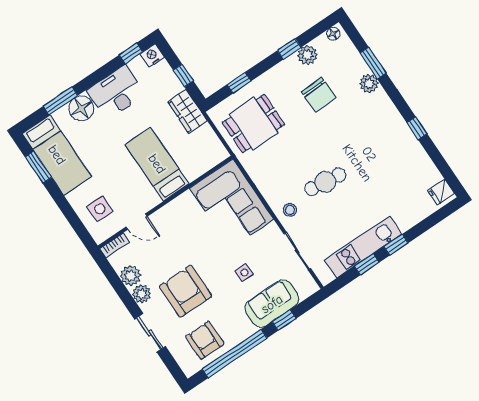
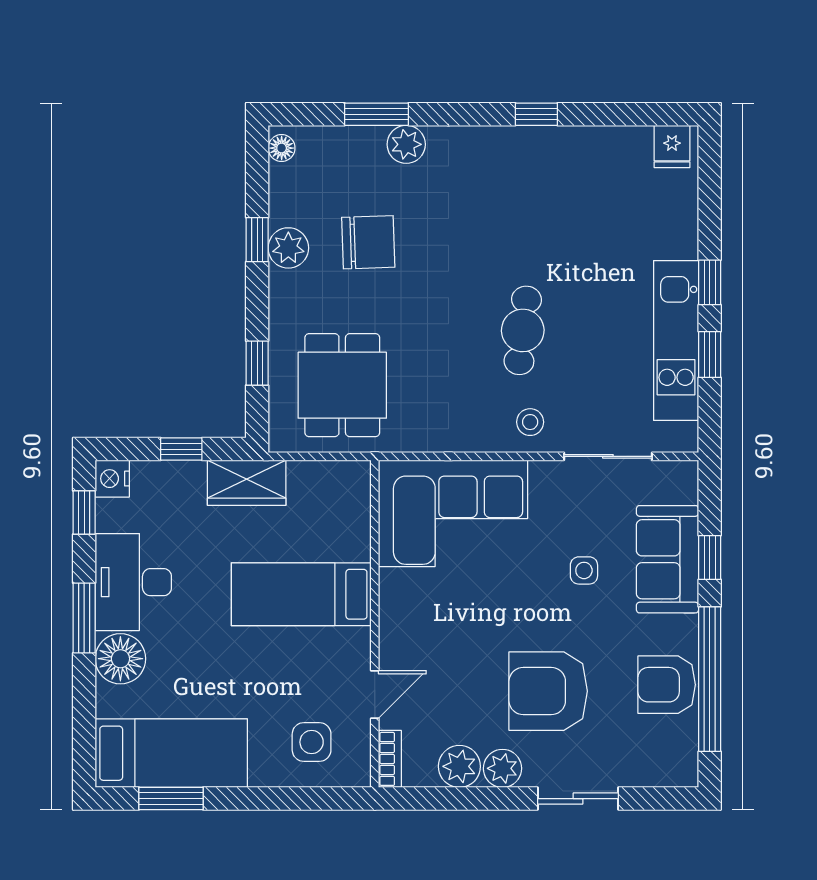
plant: (307, 55) -> (288, 248), moved
window: (61, 101) -> (84, 618), moved
armchair: (205, 340) -> (667, 685), moved

